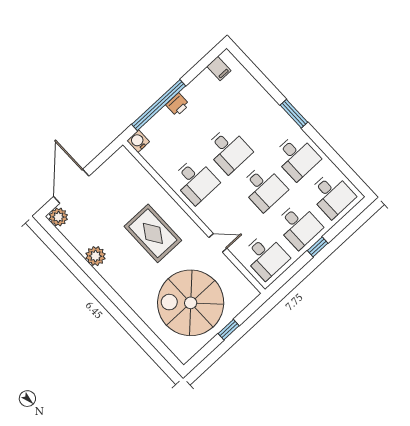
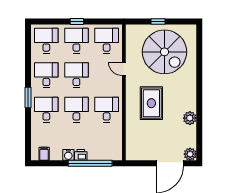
desk: (261, 119) -> (46, 110), added
water cooler: (138, 141) -> (68, 155), moved

